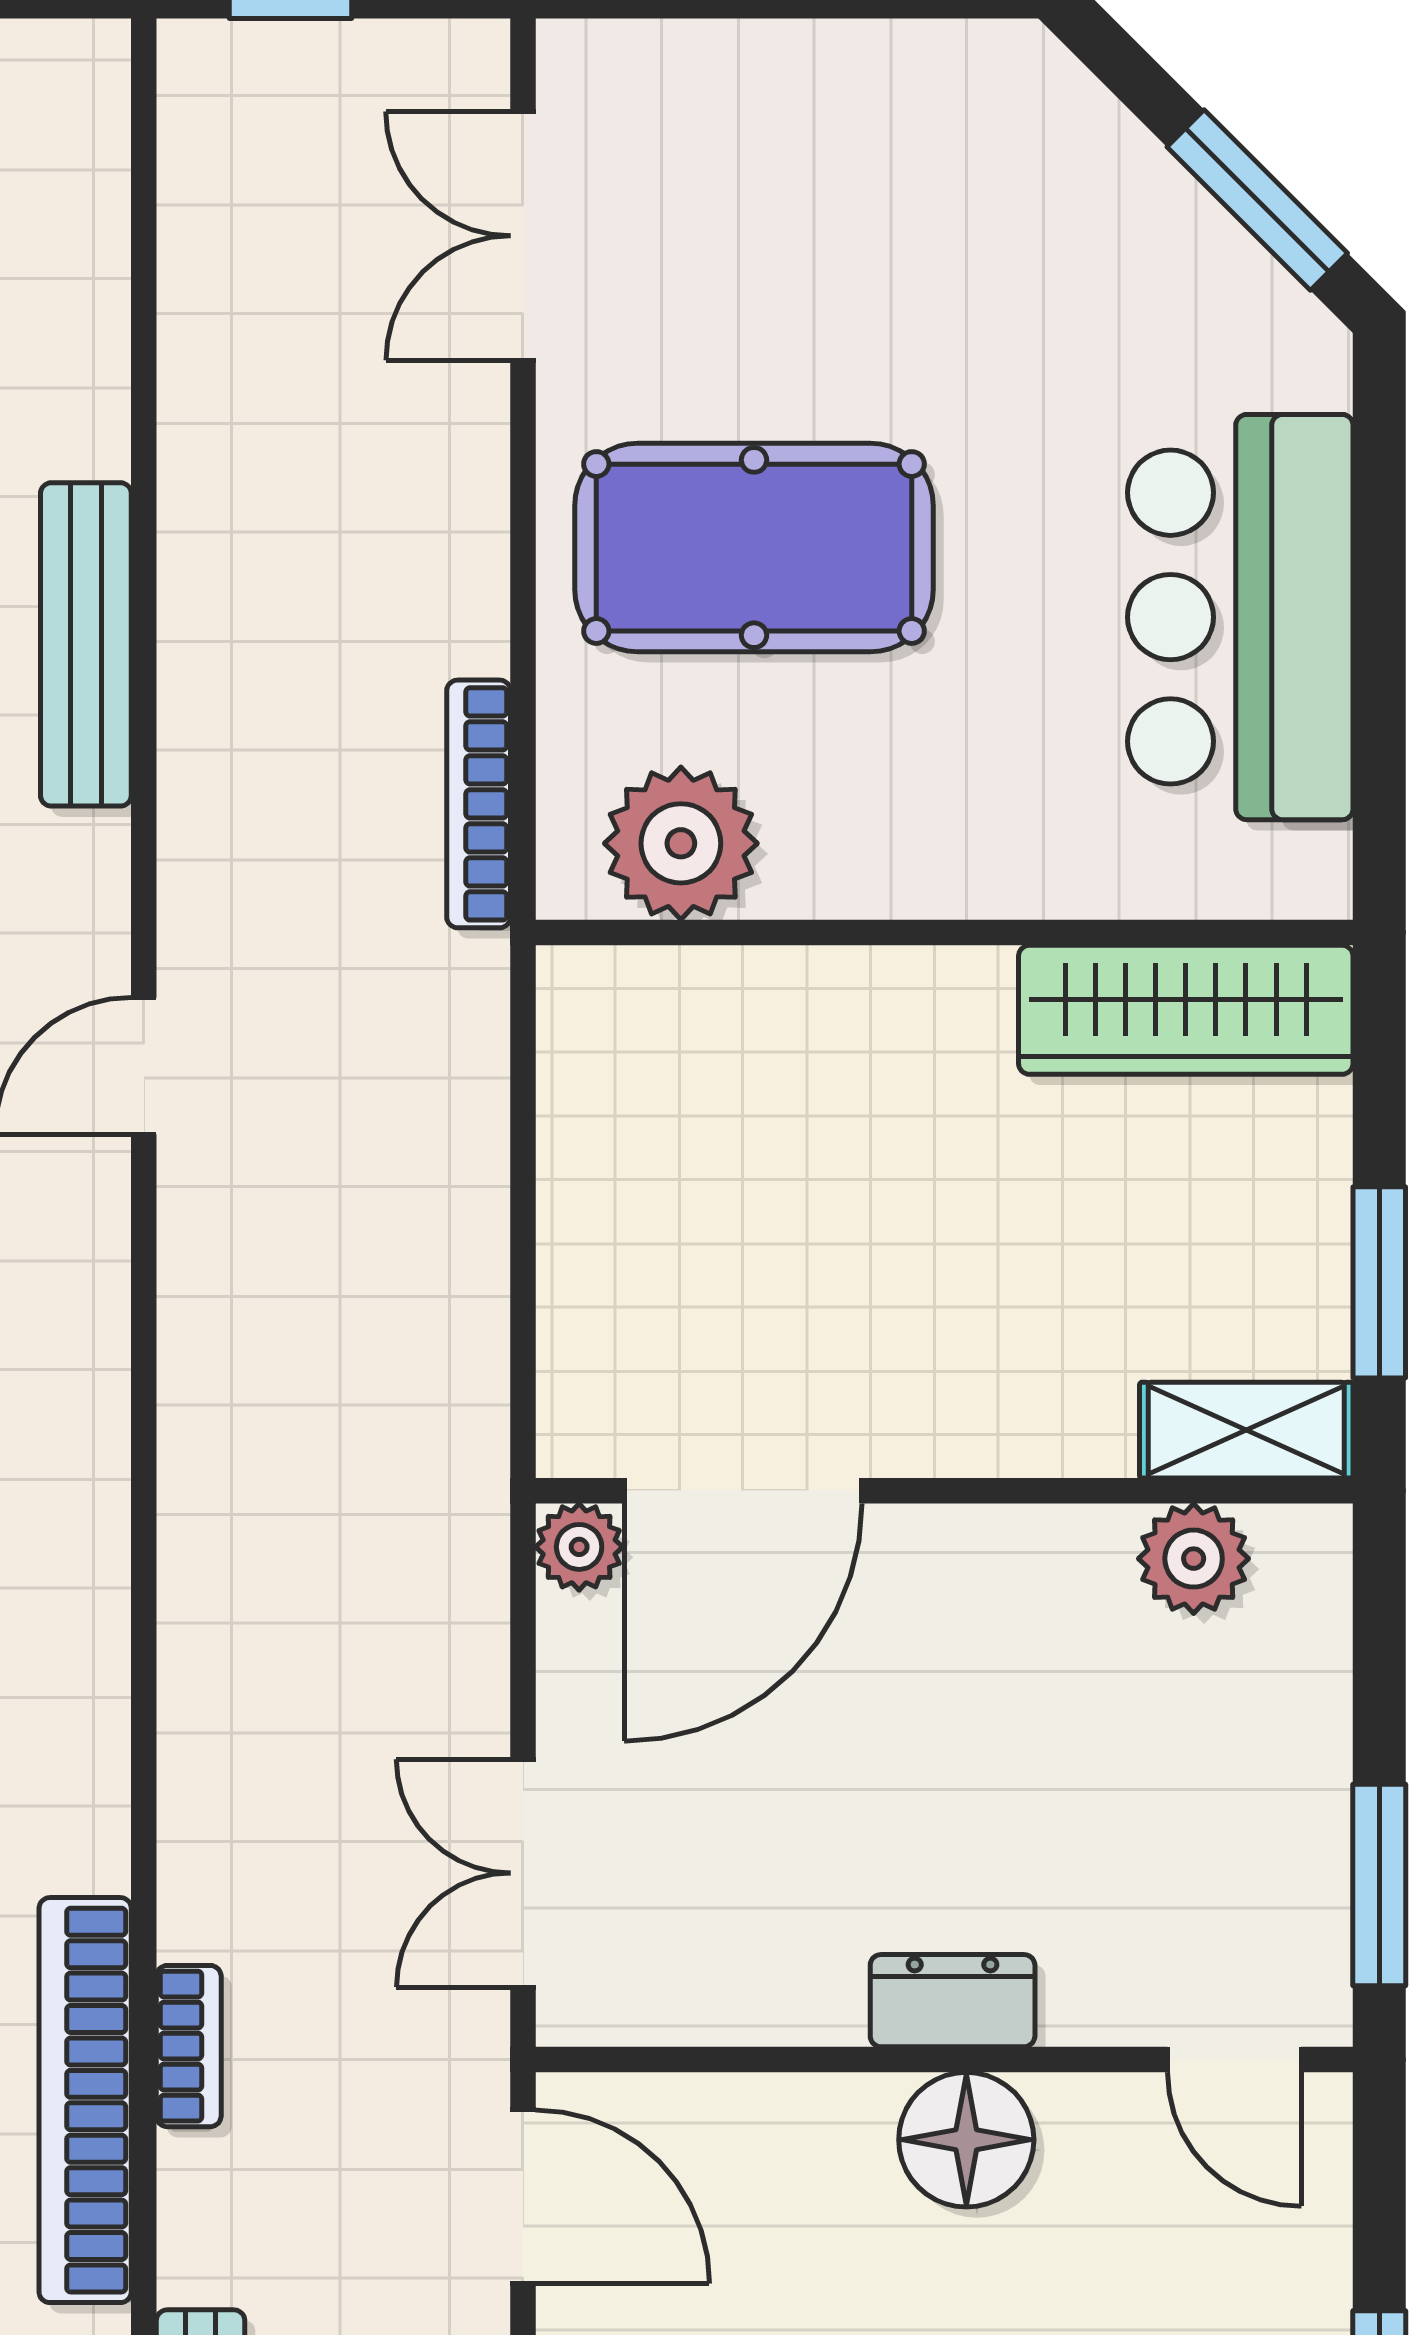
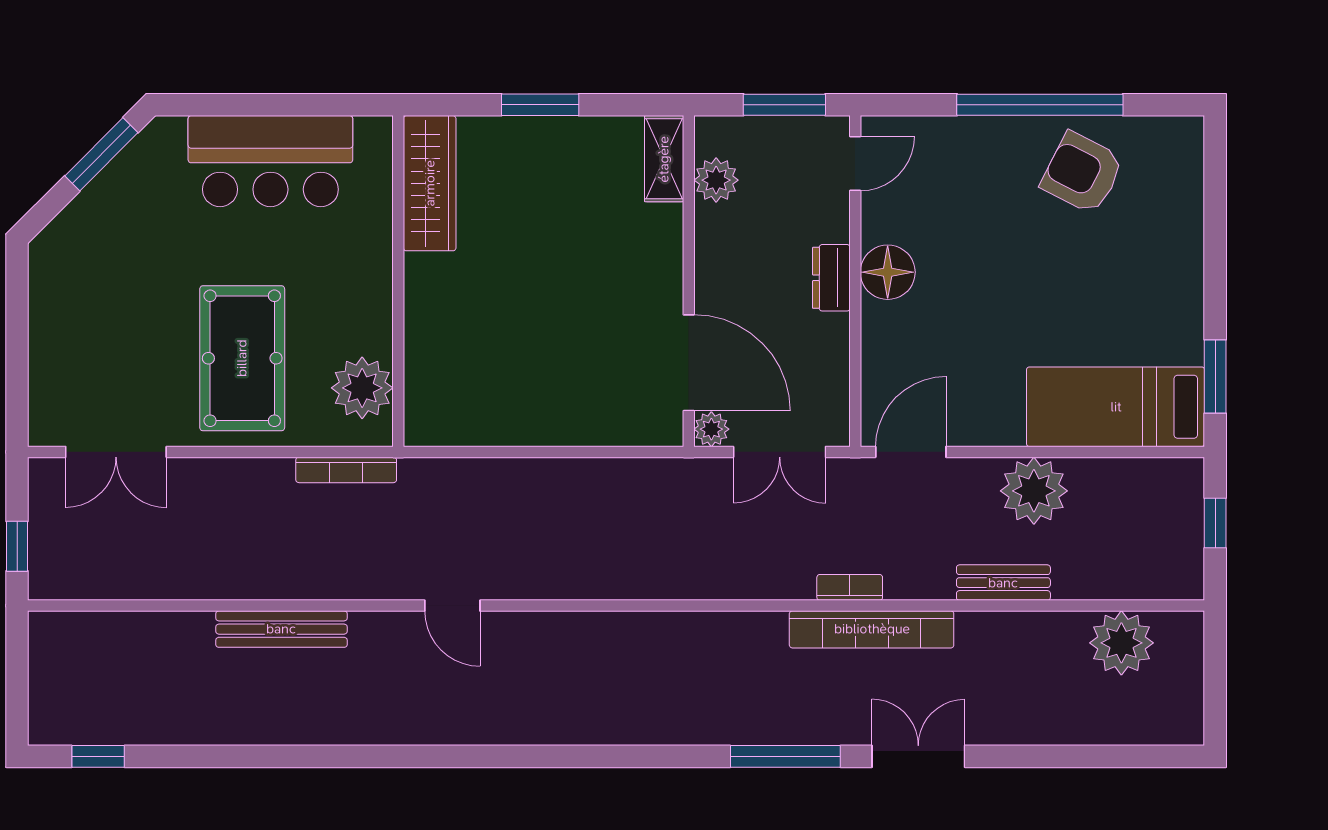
shelving: (1246, 1430) -> (664, 159), moved
door: (743, 1491) -> (689, 363), moved
wall: (944, 1491) -> (689, 281), moved
plant: (579, 1547) -> (711, 429), moved
plant: (1194, 1559) -> (716, 180), moved

